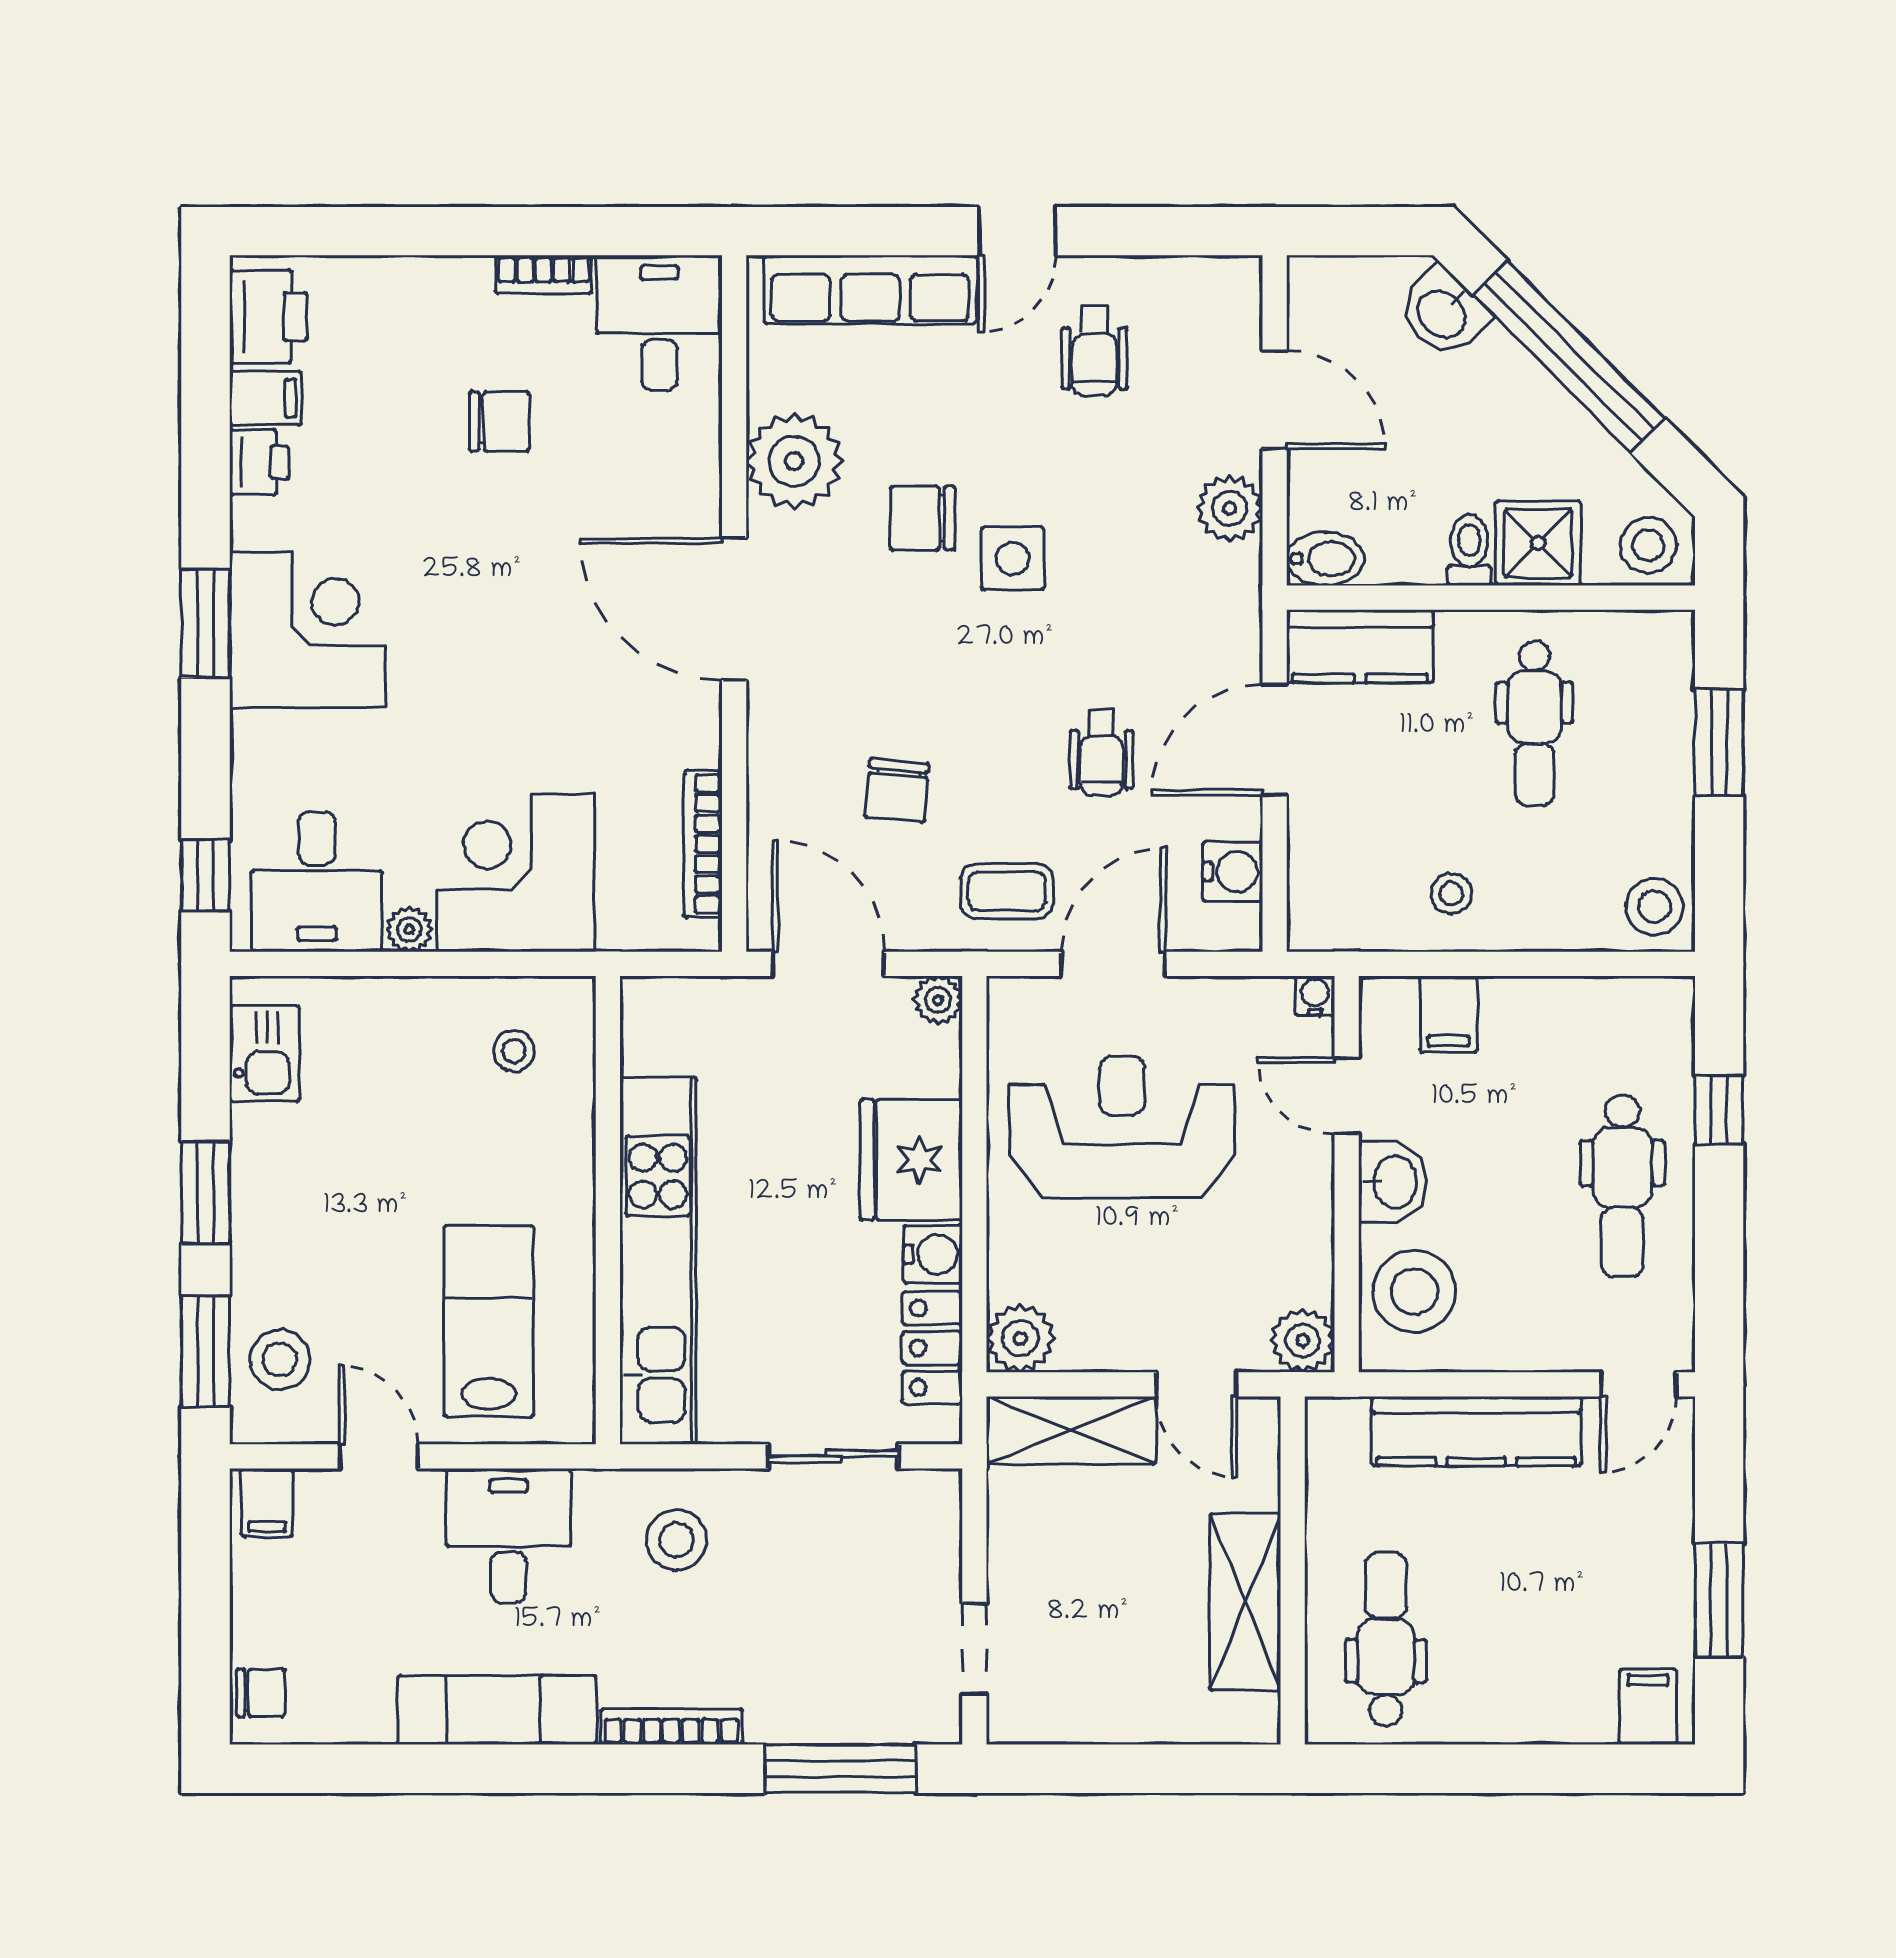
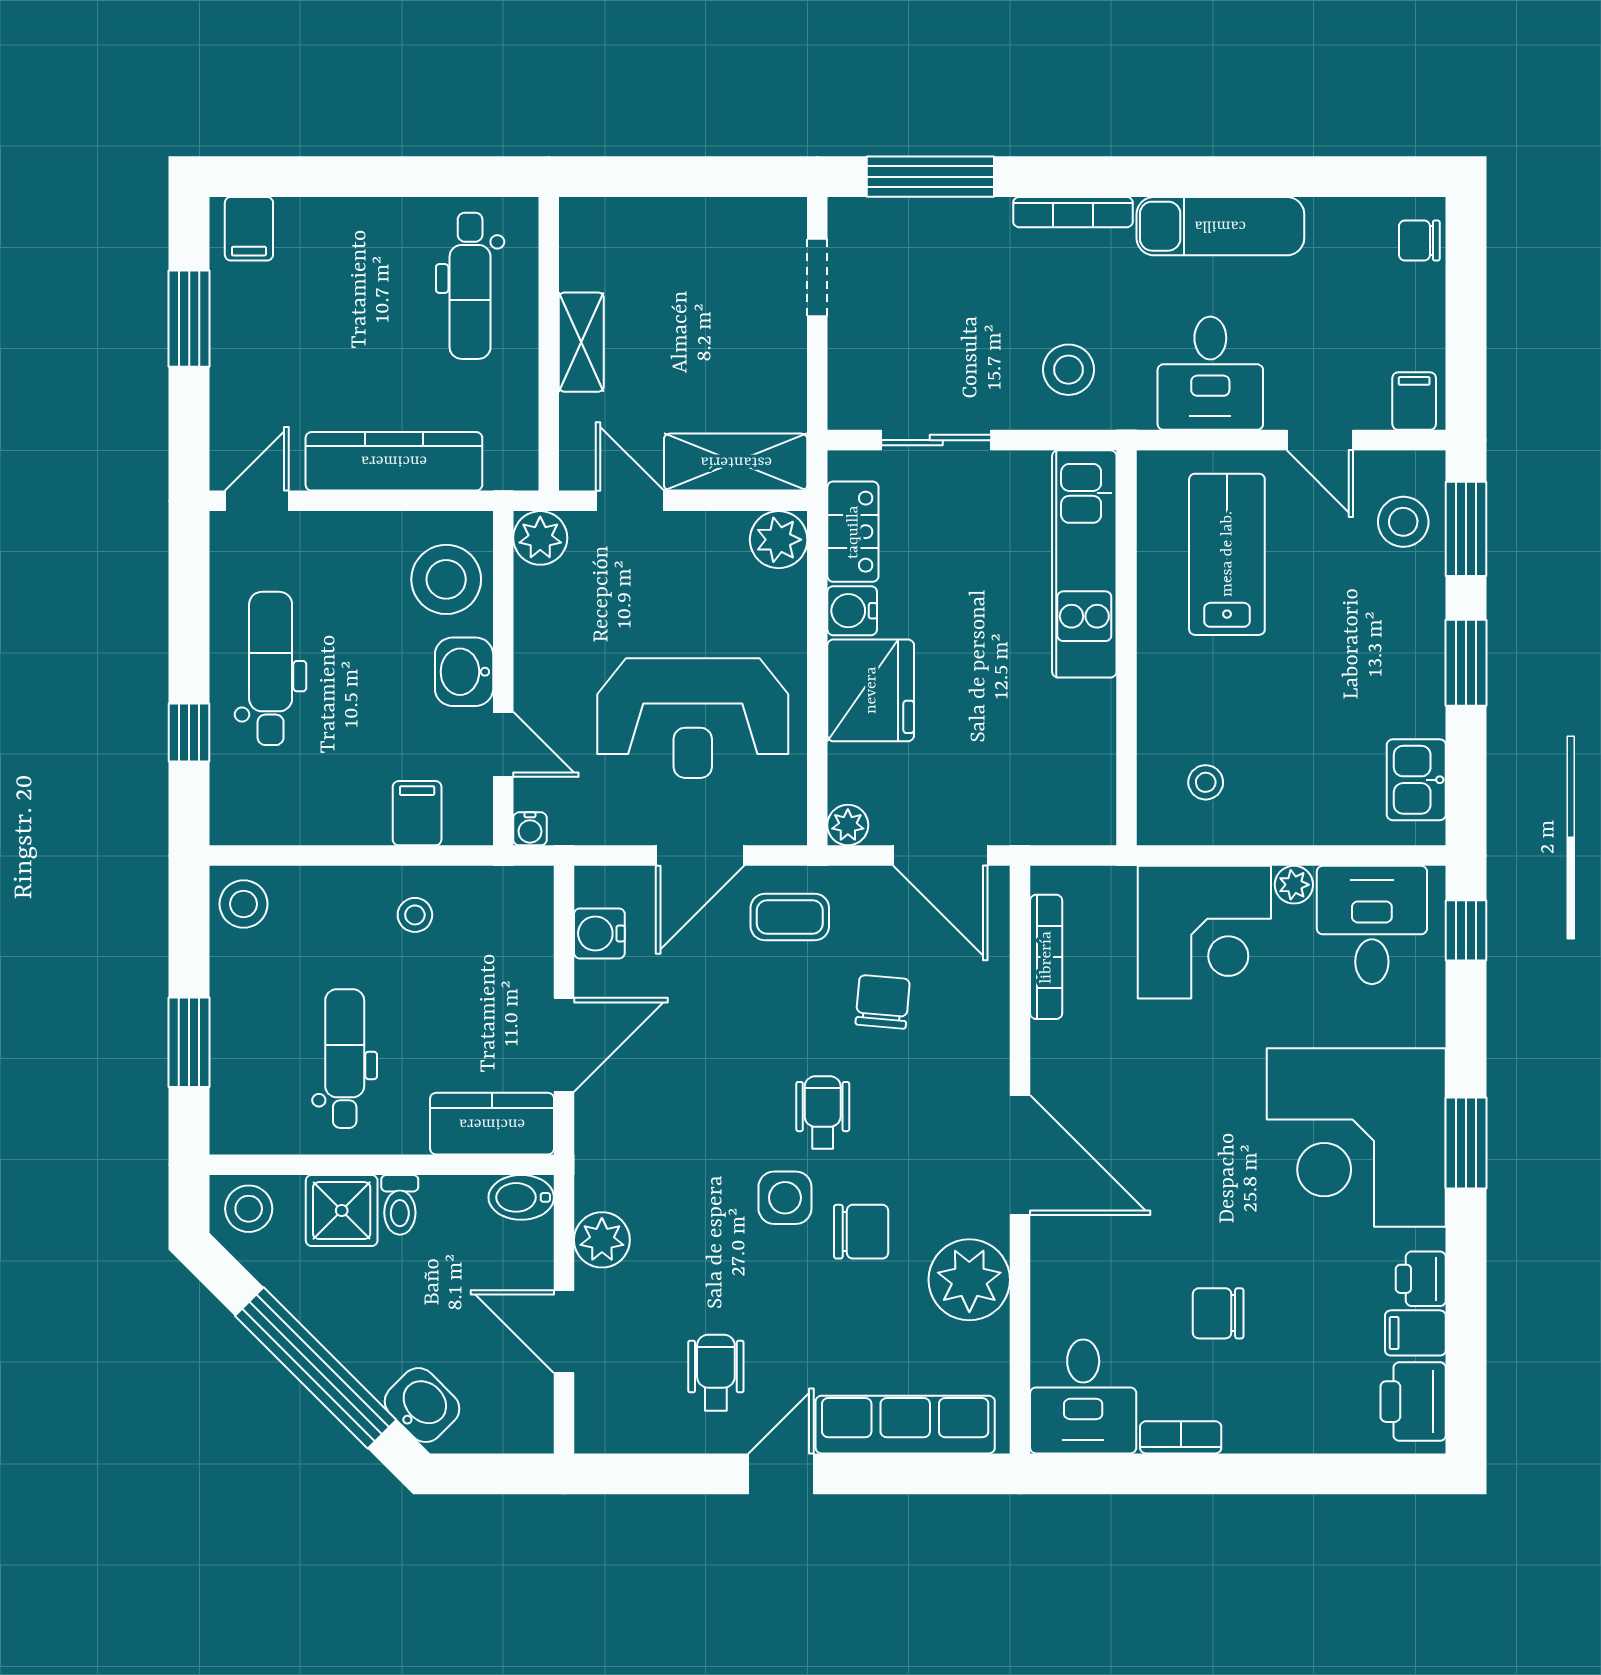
corner desk: (307, 630) -> (1356, 1137), width x1.36, depth x1.36
wheelchair: (1102, 753) -> (823, 1112), moved
kitchen unit: (658, 1261) -> (1084, 564), width x0.73
lab bench: (489, 1321) -> (1227, 554), turned 180
shelving: (1245, 1602) -> (581, 342), width x0.67, depth x0.75

